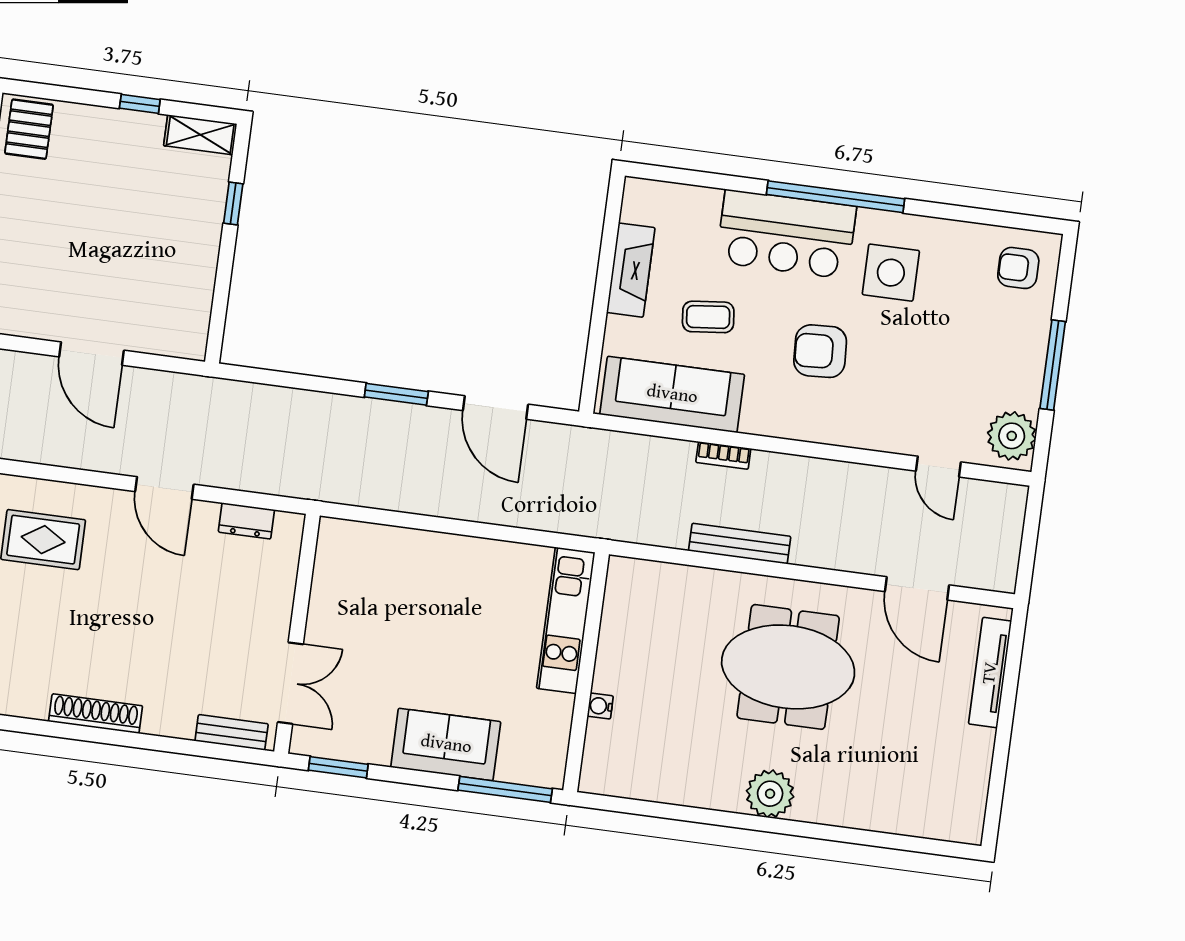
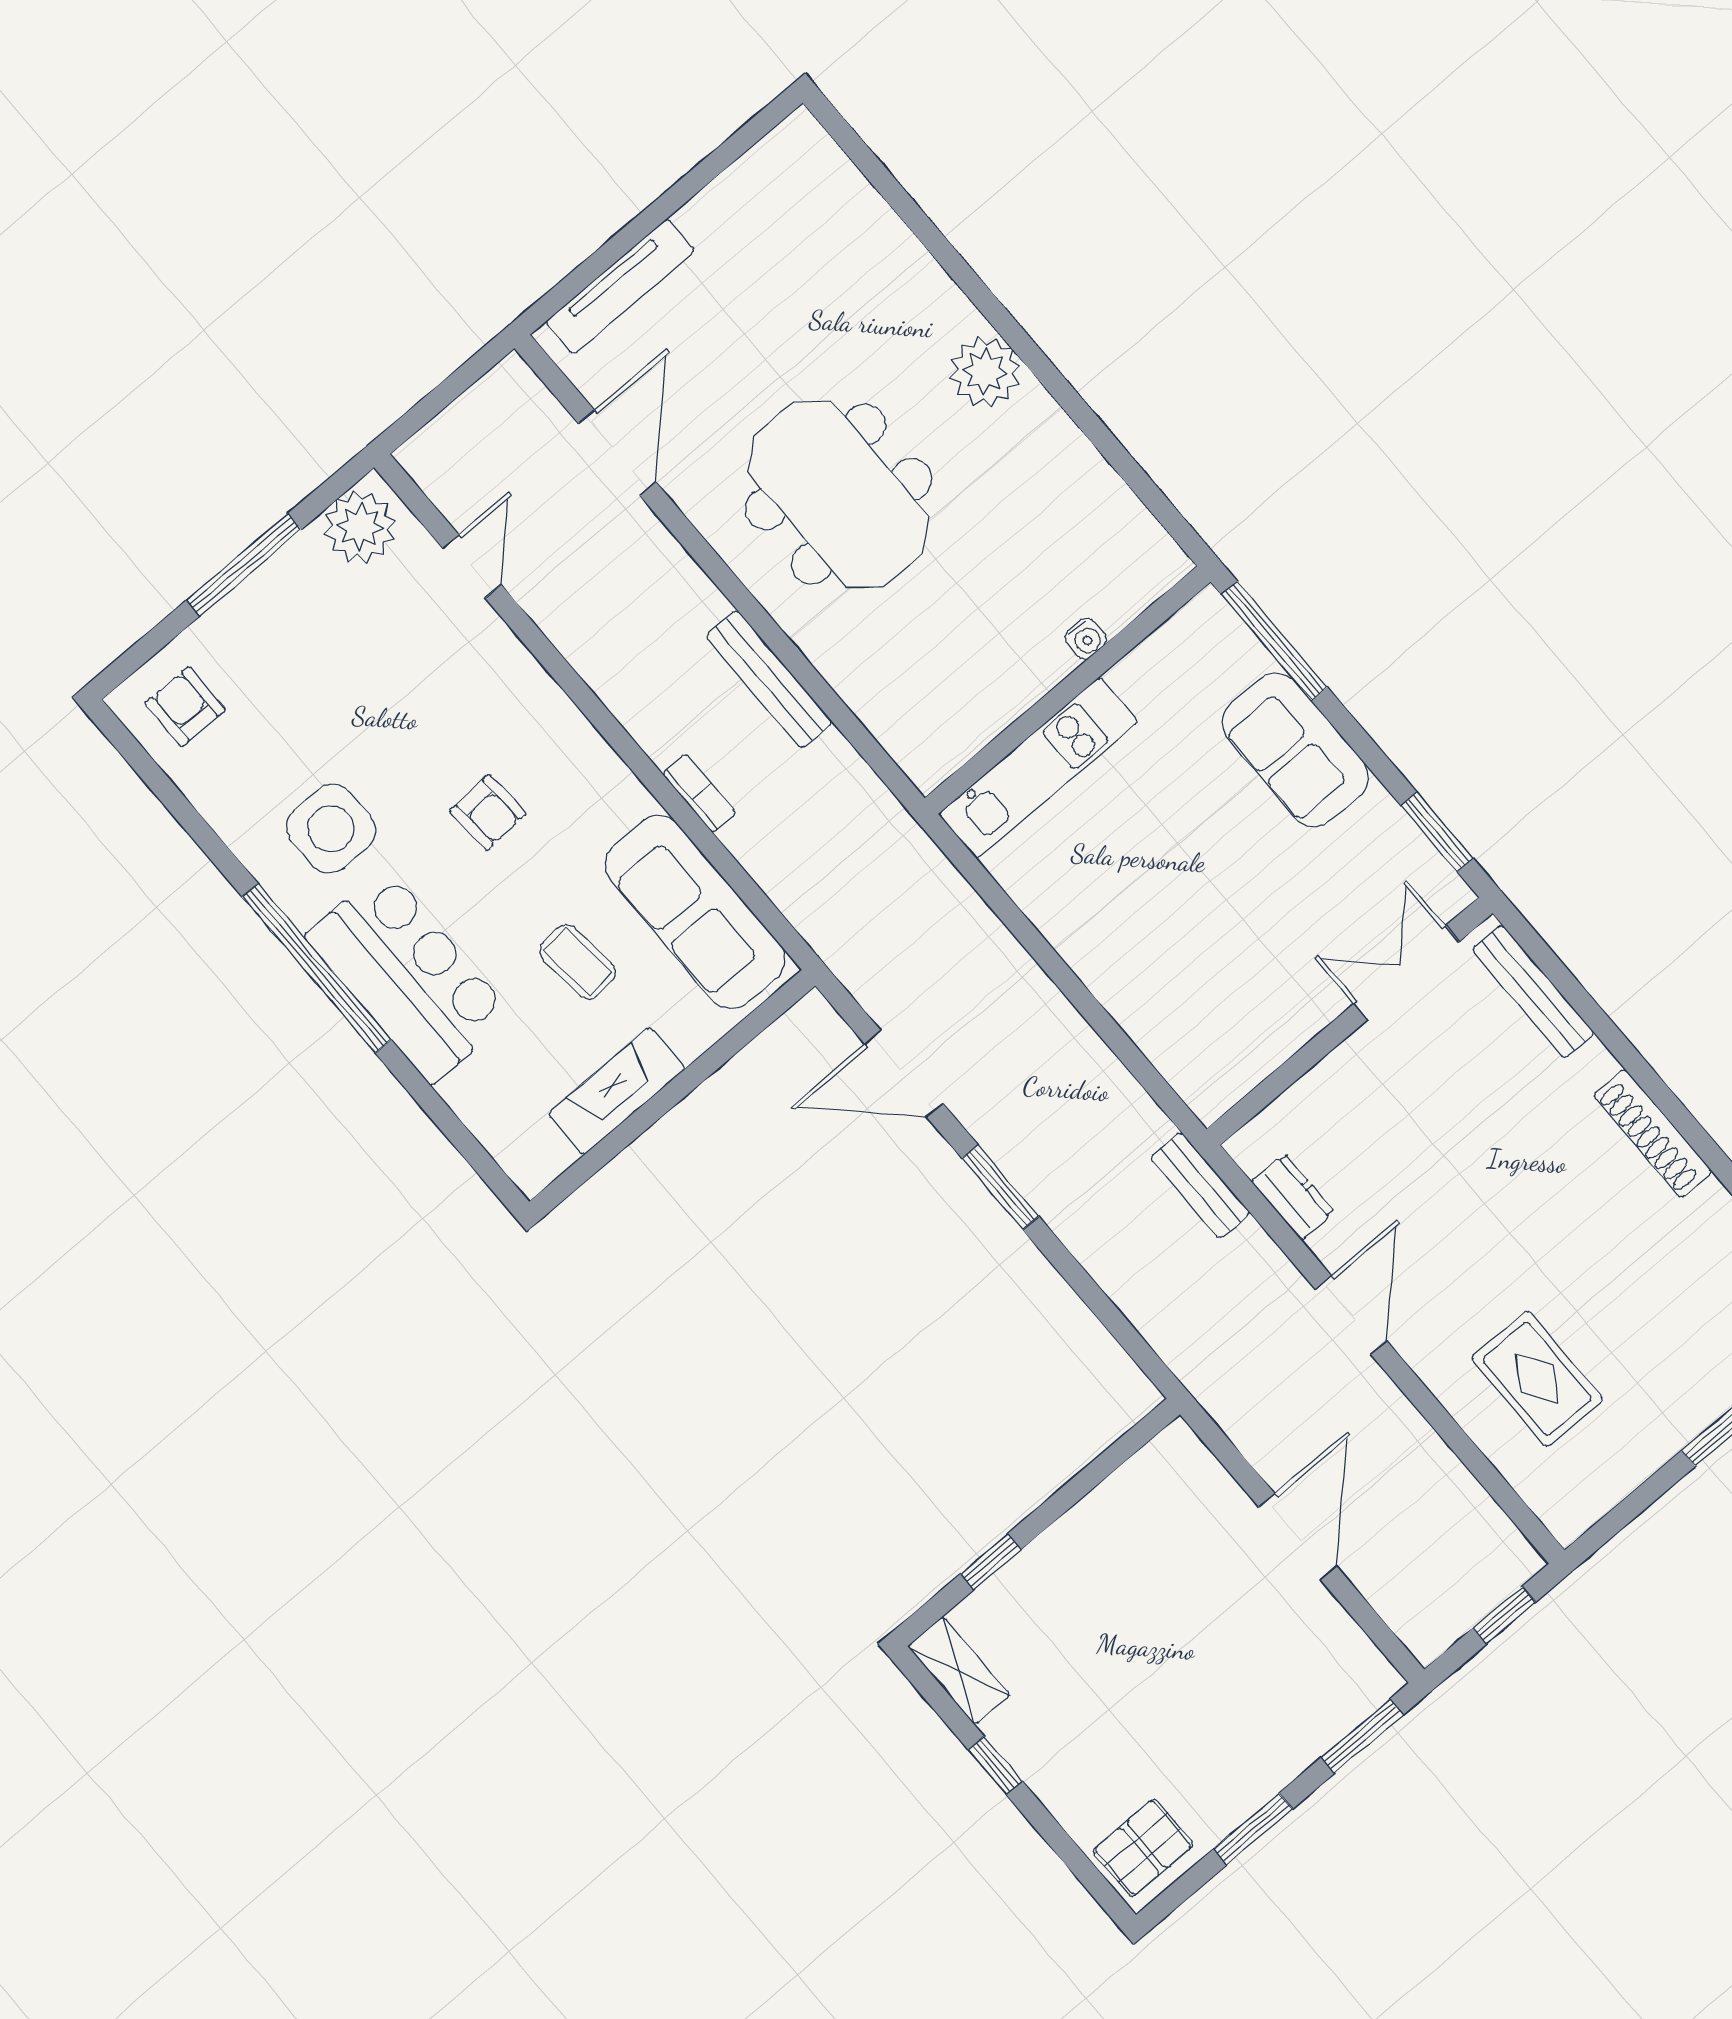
armchair: (1018, 268) -> (185, 707), turned 180
armchair: (820, 351) -> (488, 812), width x0.72, depth x0.72
door: (495, 407) -> (904, 1074), swing flipped
bench: (298, 485) -> (1200, 1185), added
bench: (232, 732) -> (1533, 992), width x1.36

